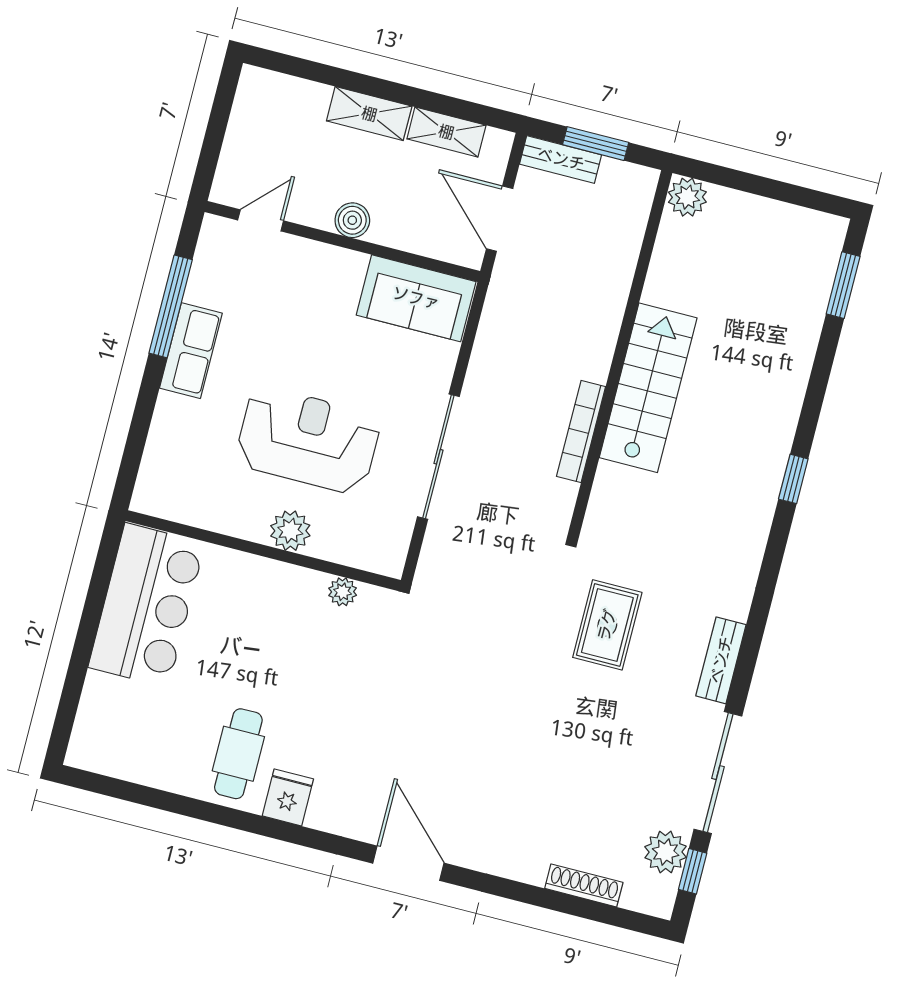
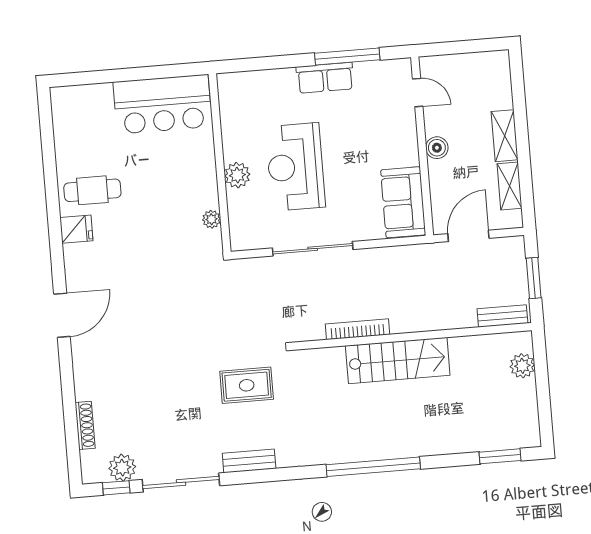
bench: (561, 159) -> (502, 316), moved, turned 90
plant: (687, 197) -> (522, 366), moved
reception desk: (308, 440) -> (295, 167), turned 180
window: (793, 479) -> (373, 467), width x3.17

